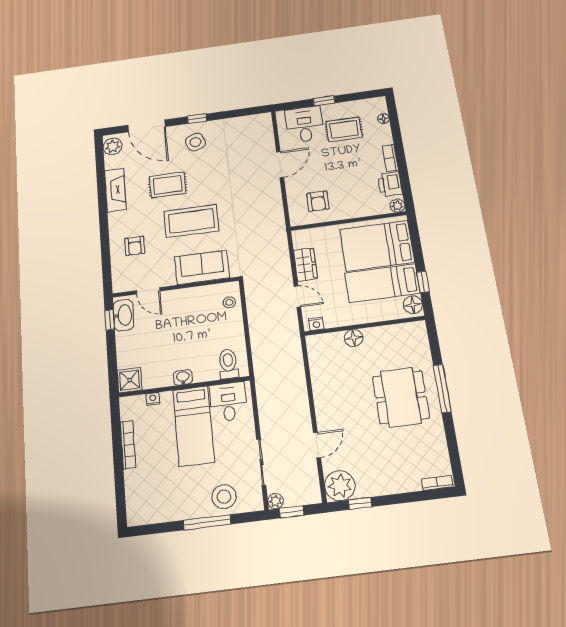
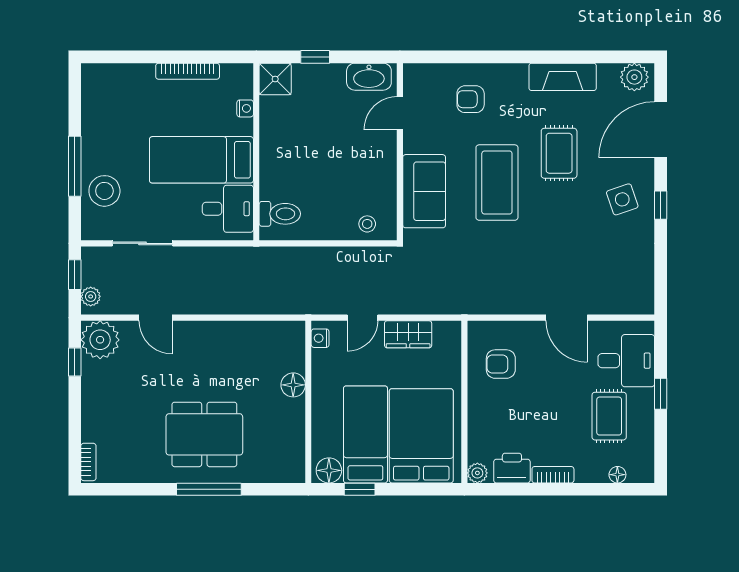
window: (110, 320) -> (315, 57), moved
washbasin: (183, 377) -> (269, 151), removed
plant: (276, 501) -> (91, 296), moved

